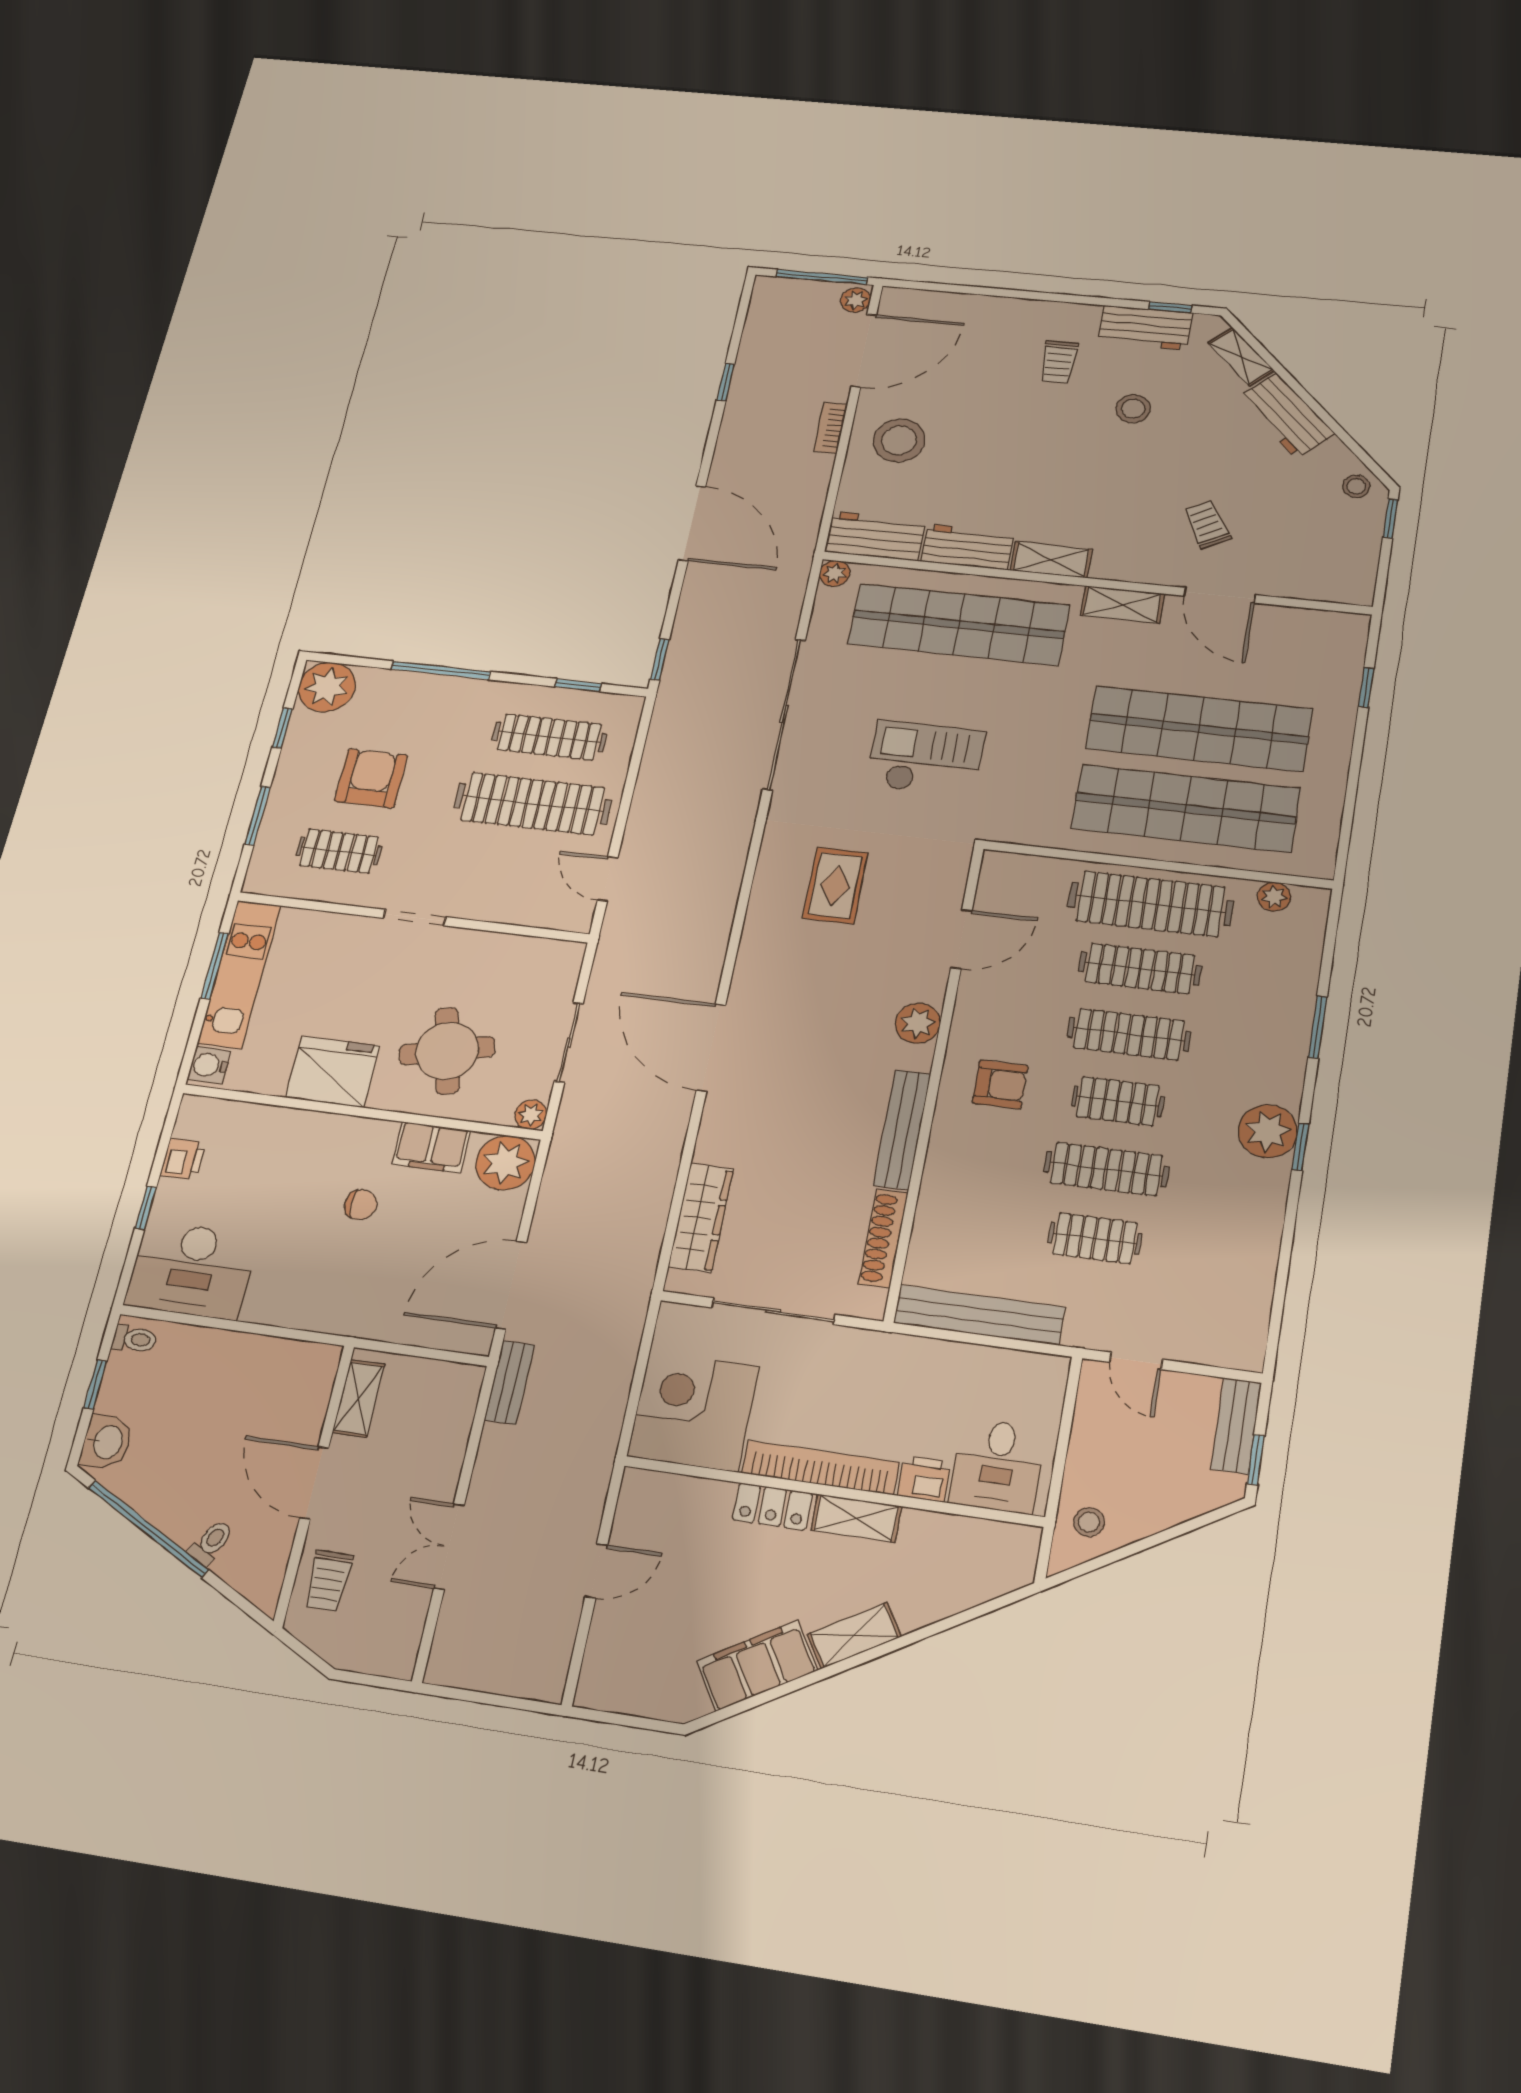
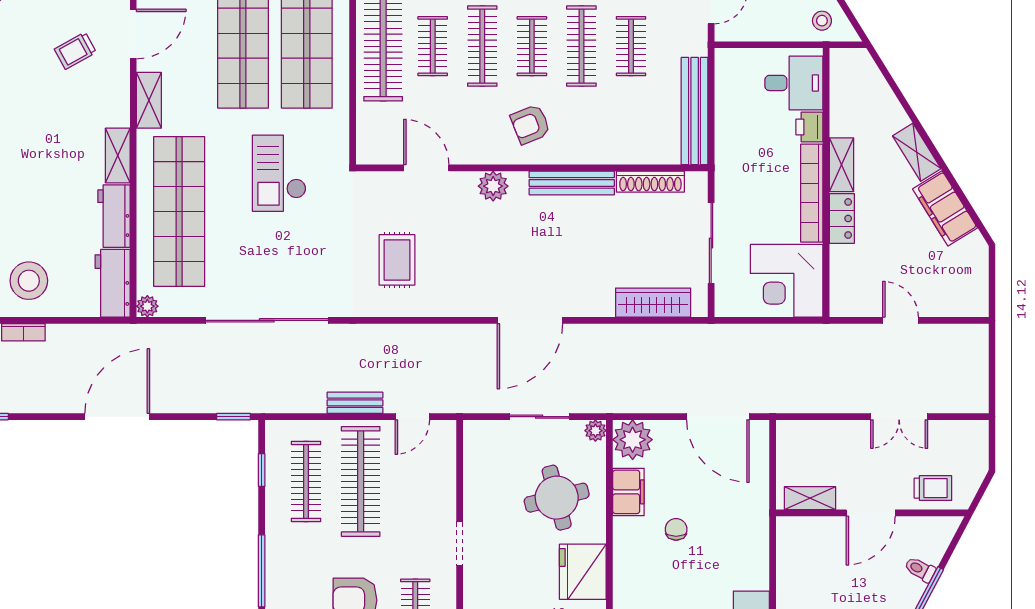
checkout: (925, 758) -> (279, 173), moved
rug: (835, 885) -> (397, 260), turned 90
clothes rail: (1140, 969) -> (433, 46), width x0.73
armchair: (1000, 1084) -> (530, 124), turned -112
bench: (509, 1382) -> (355, 403), moved

